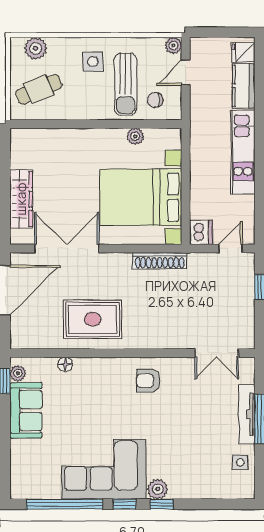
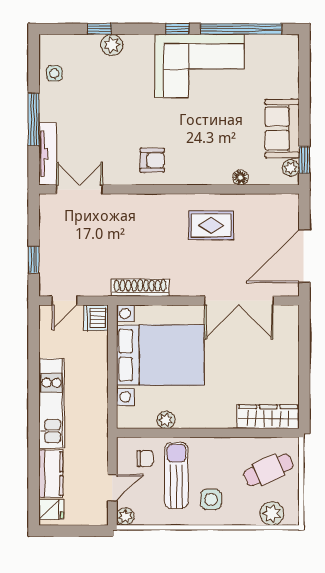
wardrobe: (21, 199) -> (268, 417), moved, turned 90
rug: (93, 319) -> (211, 225), width x0.73, depth x0.70
tv unit: (247, 414) -> (47, 154), moved
plant: (158, 489) -> (112, 45), moved
window: (161, 504) -> (99, 29), moved

